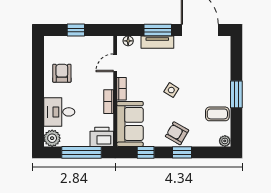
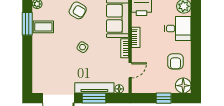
tv unit: (157, 42) -> (94, 88), width x1.41
floor lamp: (53, 45) -> (183, 86), added
window: (236, 94) -> (27, 24), moved

